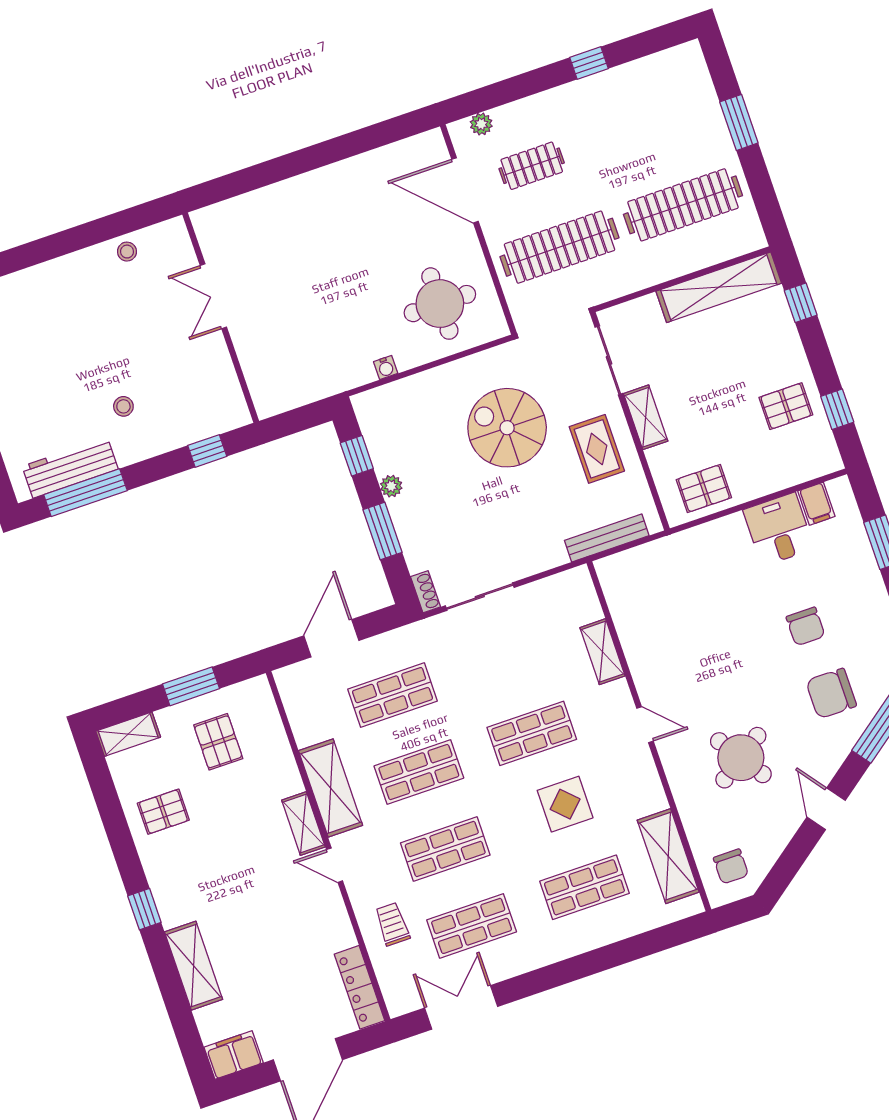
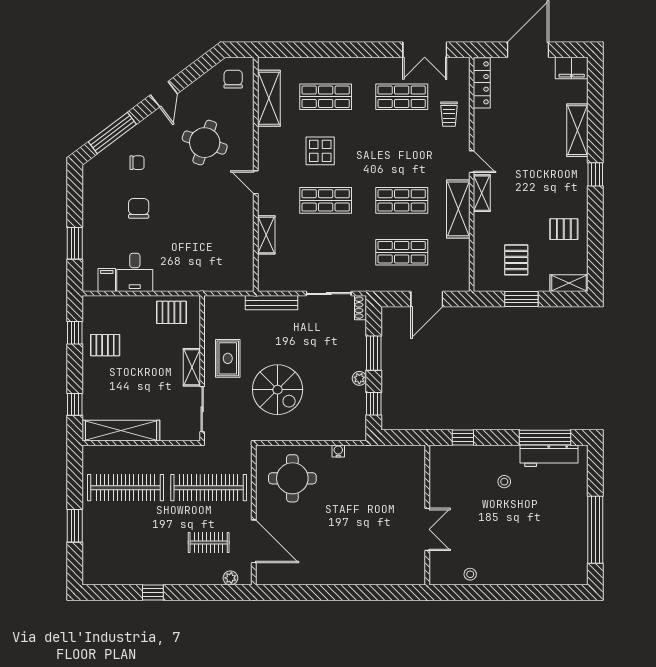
bench: (607, 538) -> (272, 303), moved
chair: (831, 693) -> (137, 163), width x0.54, depth x0.54
round table: (741, 758) -> (205, 143), turned -37
shop shelf: (445, 849) -> (402, 149), removed

